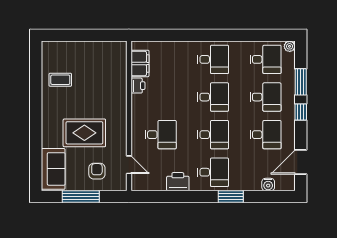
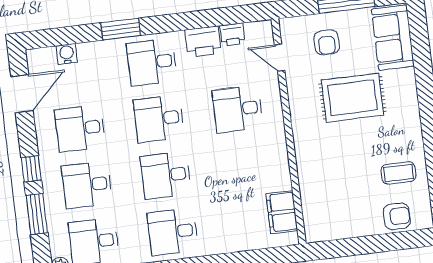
armchair: (65, 51) -> (397, 216), added
printer: (138, 86) -> (232, 34), moved, turned -90

